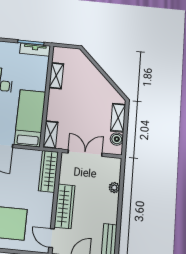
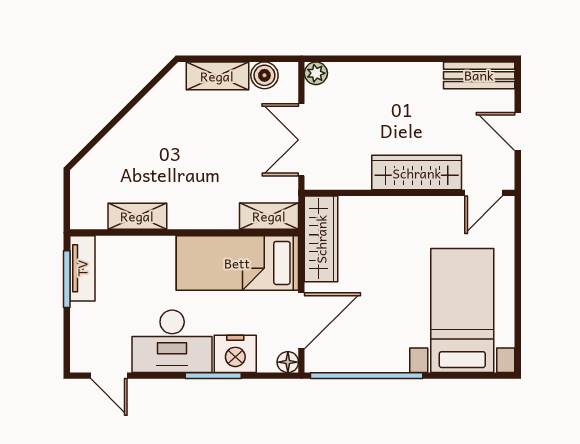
wardrobe: (49, 171) -> (321, 239), moved, turned -90
plant: (114, 188) -> (316, 73), moved

